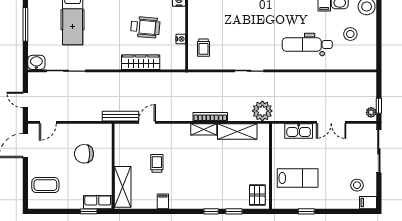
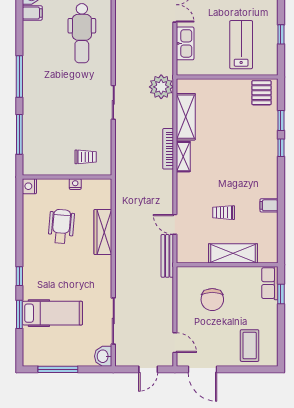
shelving: (123, 187) -> (233, 253), moved
pallet: (257, 195) -> (261, 93), turned 90

